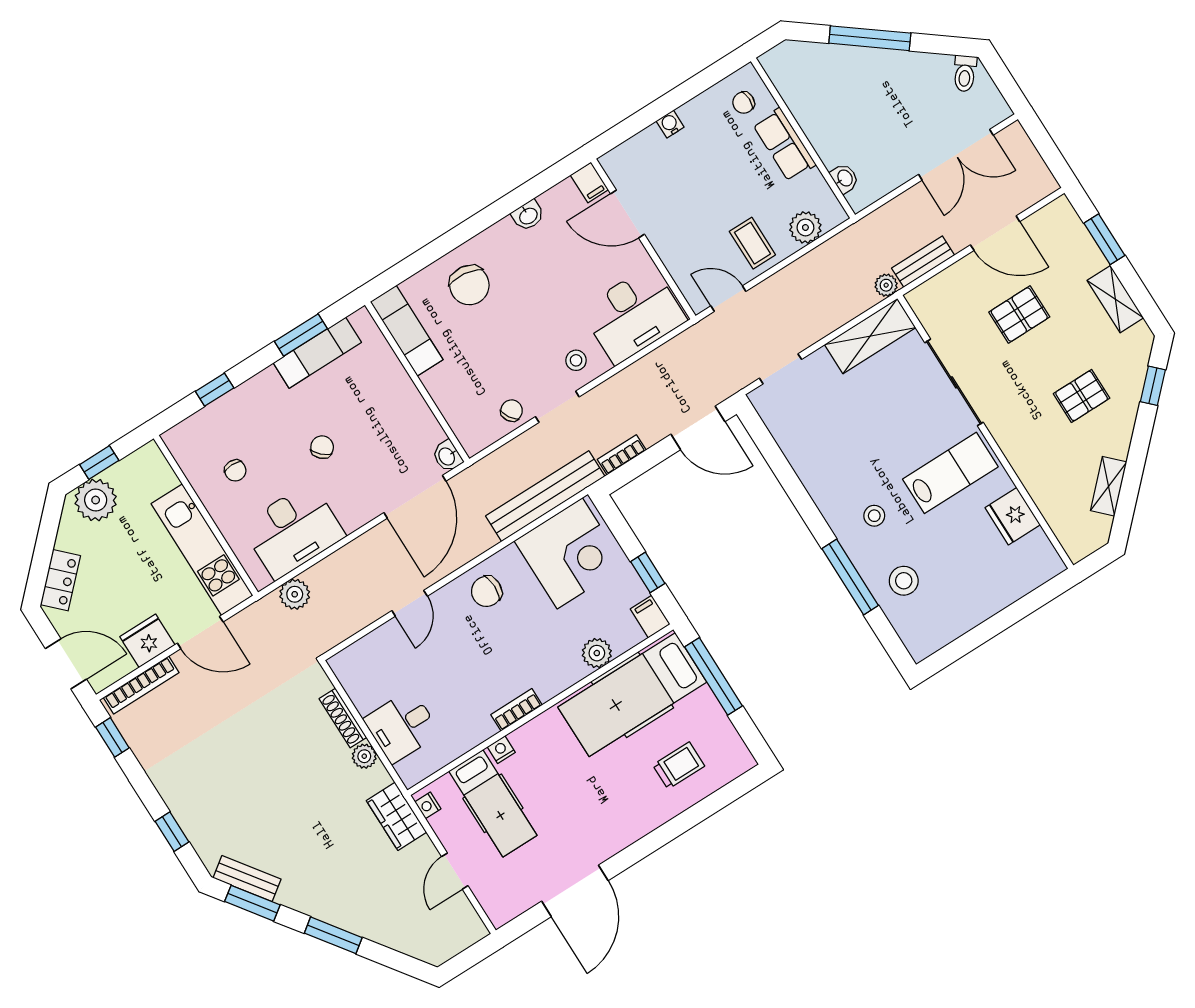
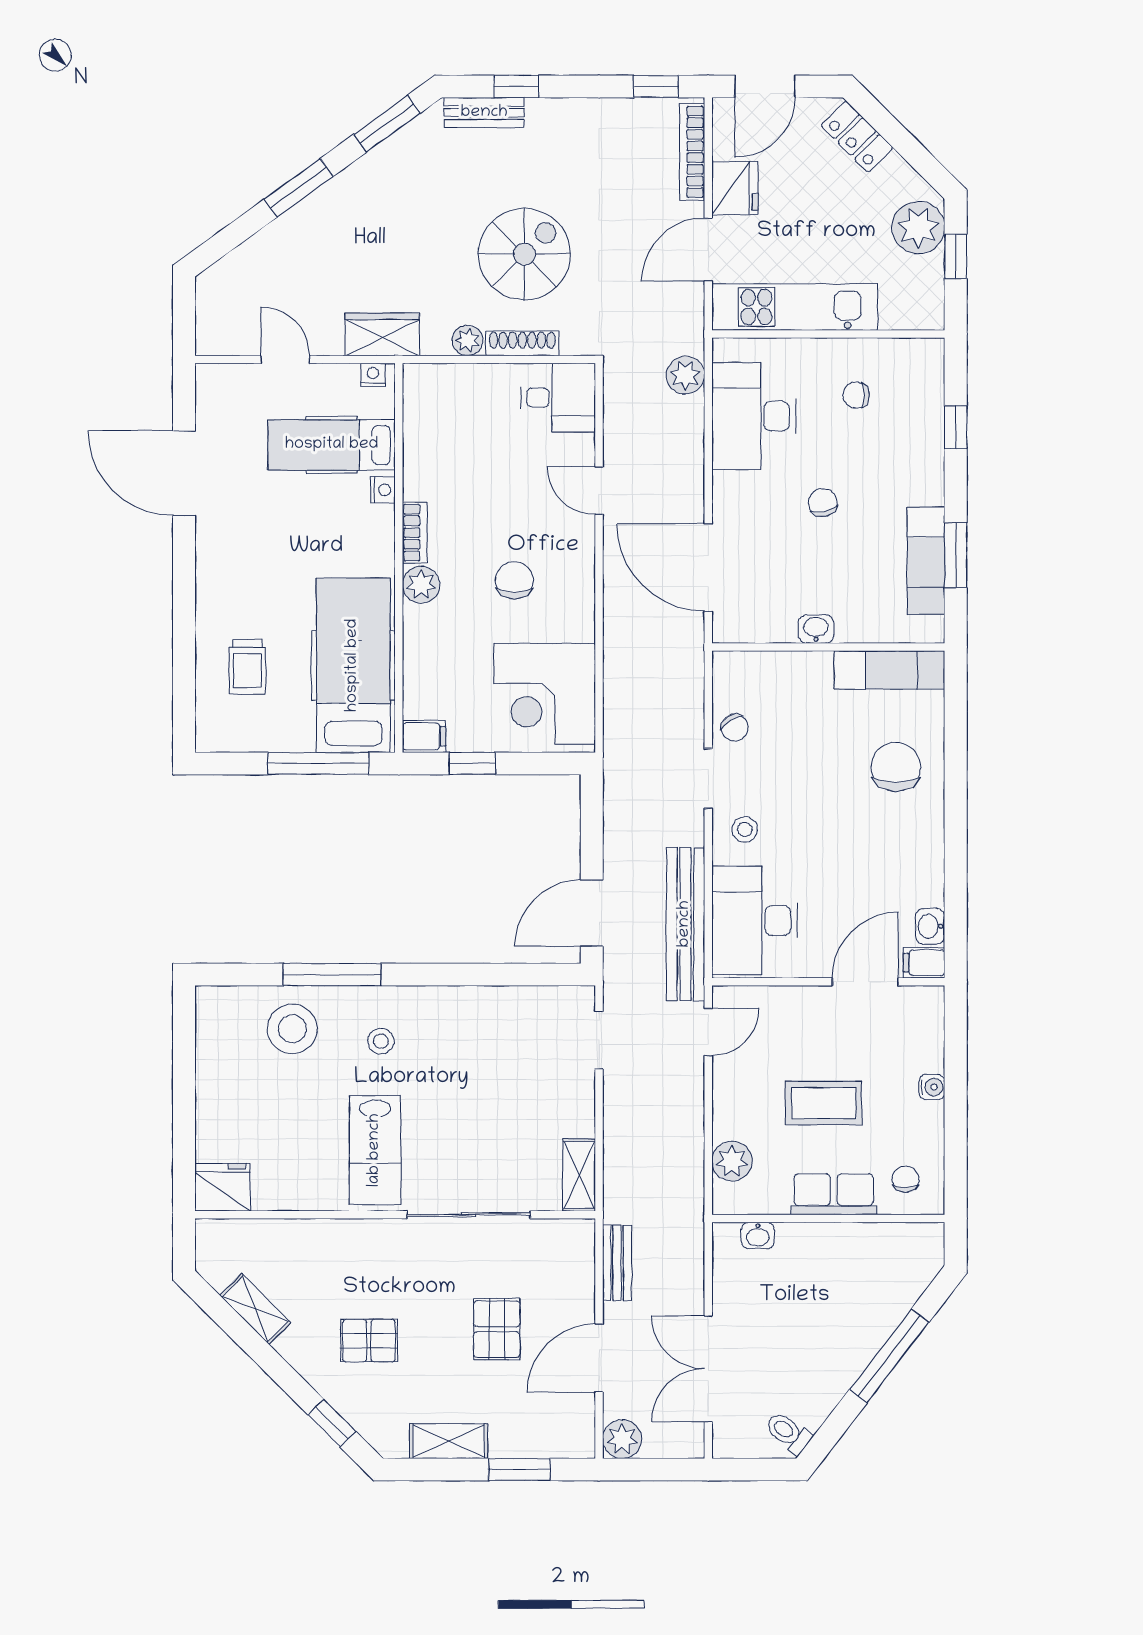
washbasin: (528, 215) -> (930, 926), moved
coffee table: (752, 243) -> (824, 1103), moved, width x1.36, depth x1.30
chair: (469, 285) -> (896, 767), turned 83
plant: (886, 285) -> (622, 1439), moved, width x1.38, depth x1.38
shelving: (870, 336) -> (579, 1175), width x0.67, depth x0.75
pallet: (1082, 396) -> (369, 1341), turned 90
chair: (322, 447) -> (823, 503), turned -146
bookcase: (622, 455) -> (614, 815), removed
washbasin: (447, 456) -> (816, 629), moved
bench: (545, 496) -> (685, 924), moved
fridge: (1013, 516) -> (223, 1187), moved
stool: (904, 581) -> (292, 1029), width x1.38, depth x1.38
chair: (487, 591) -> (514, 580), moved
plant: (597, 653) -> (421, 585), moved
desk: (402, 726) -> (558, 398), moved, turned 90
spiral stairs: (282, 755) -> (524, 254), added
bench: (247, 879) -> (484, 113), moved, turned 36

